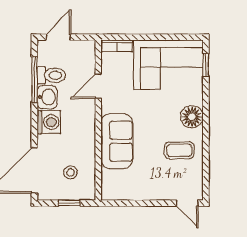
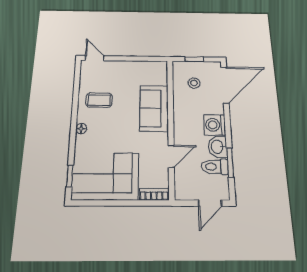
window: (34, 80) -> (230, 163), width x0.69
floor lamp: (192, 117) -> (81, 129), width x0.53, depth x0.53

